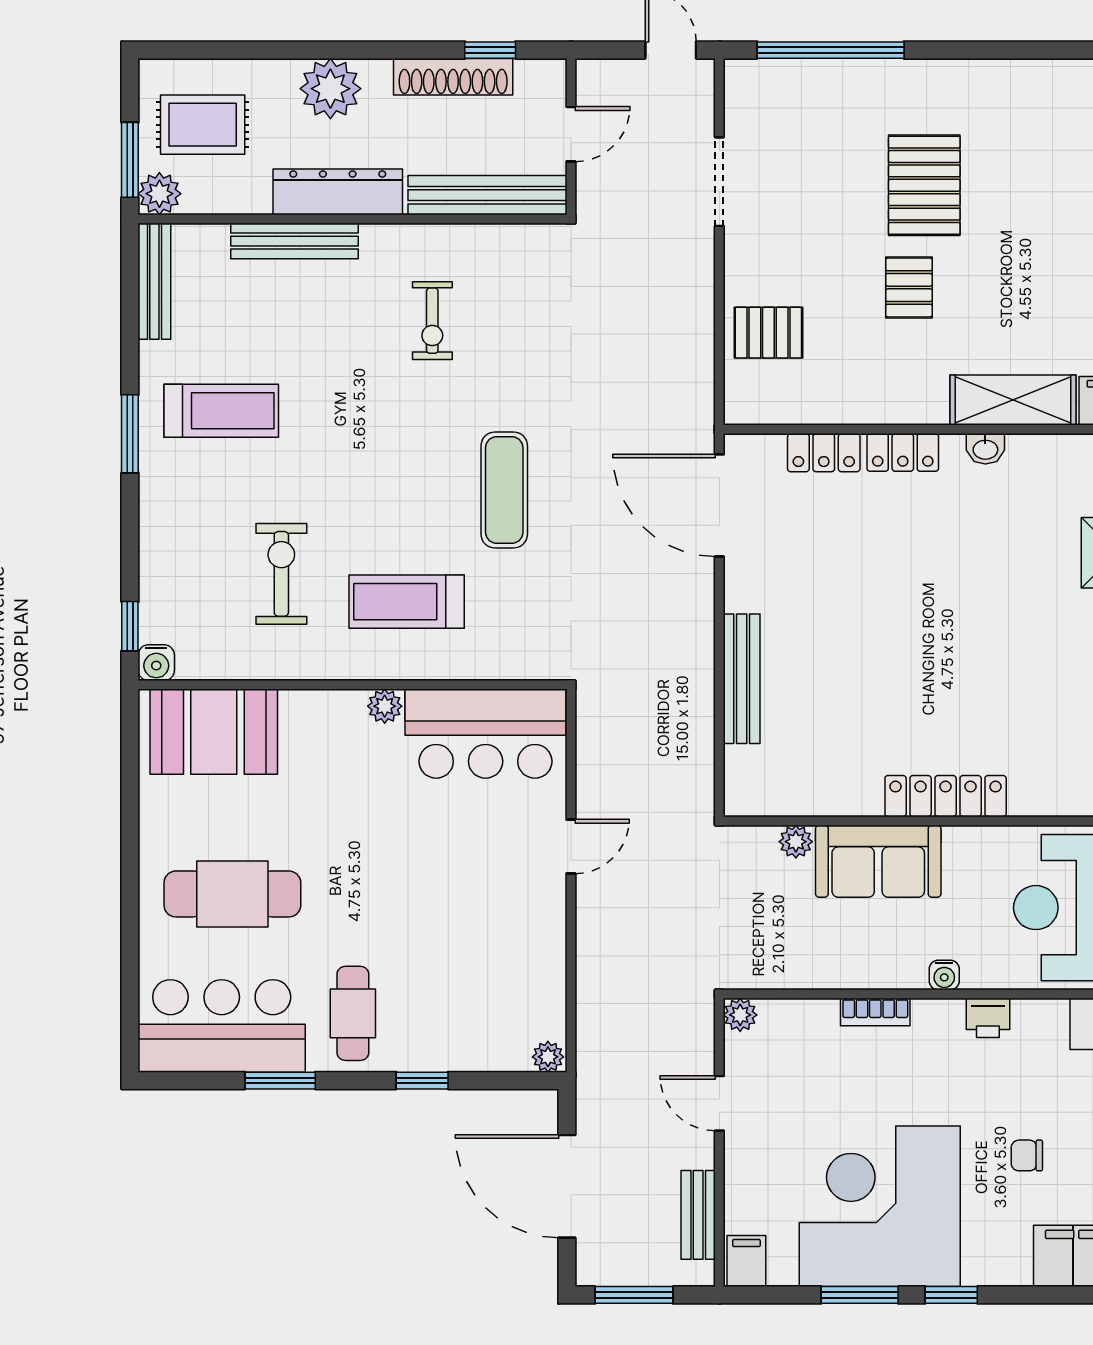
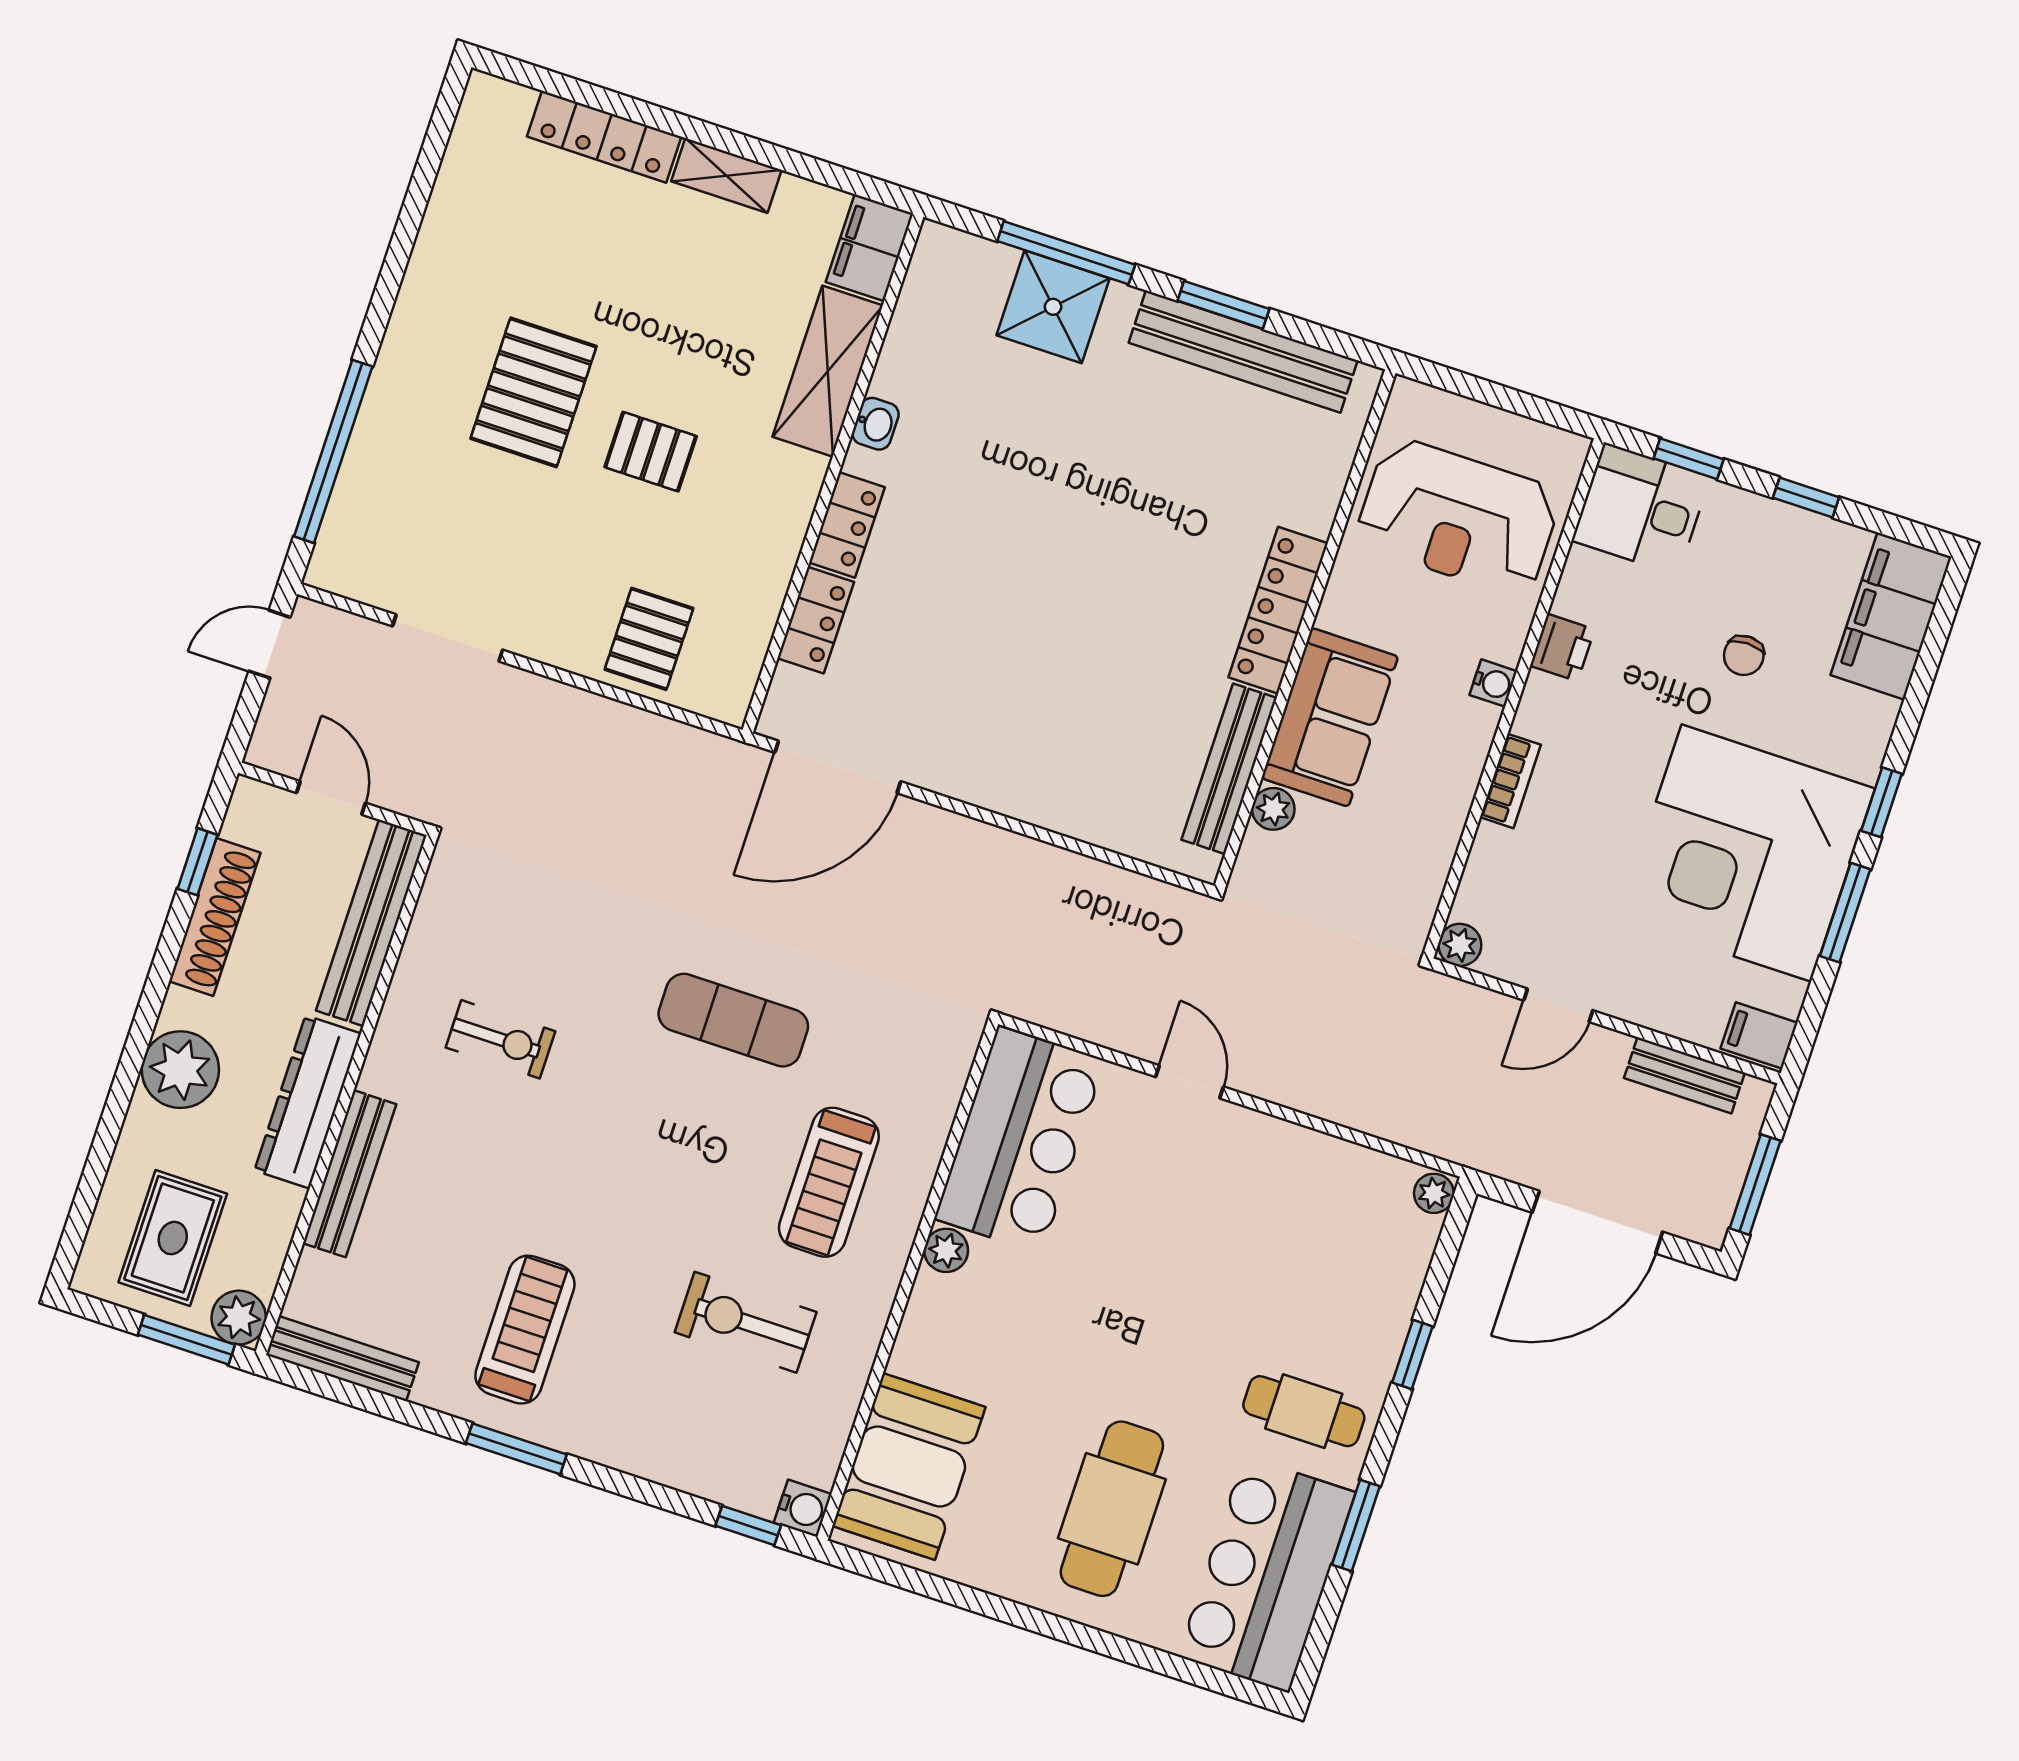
pallet: (924, 185) -> (533, 392), turned 90
bench: (742, 679) -> (1229, 769), moved, turned 90

